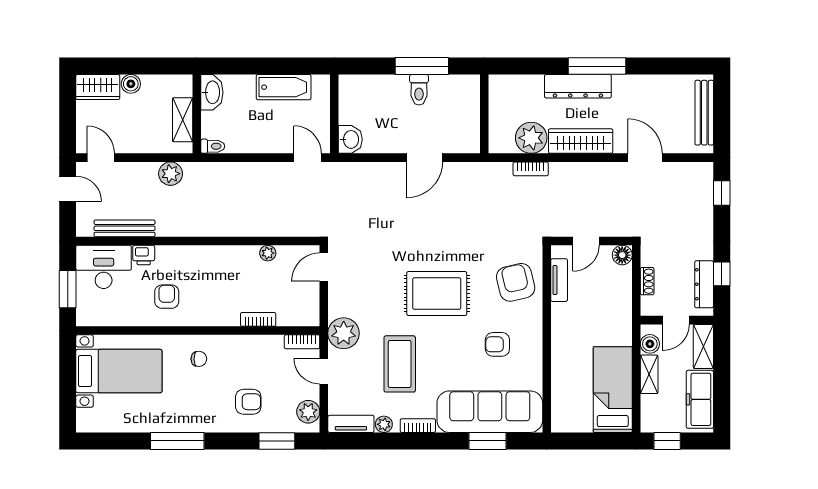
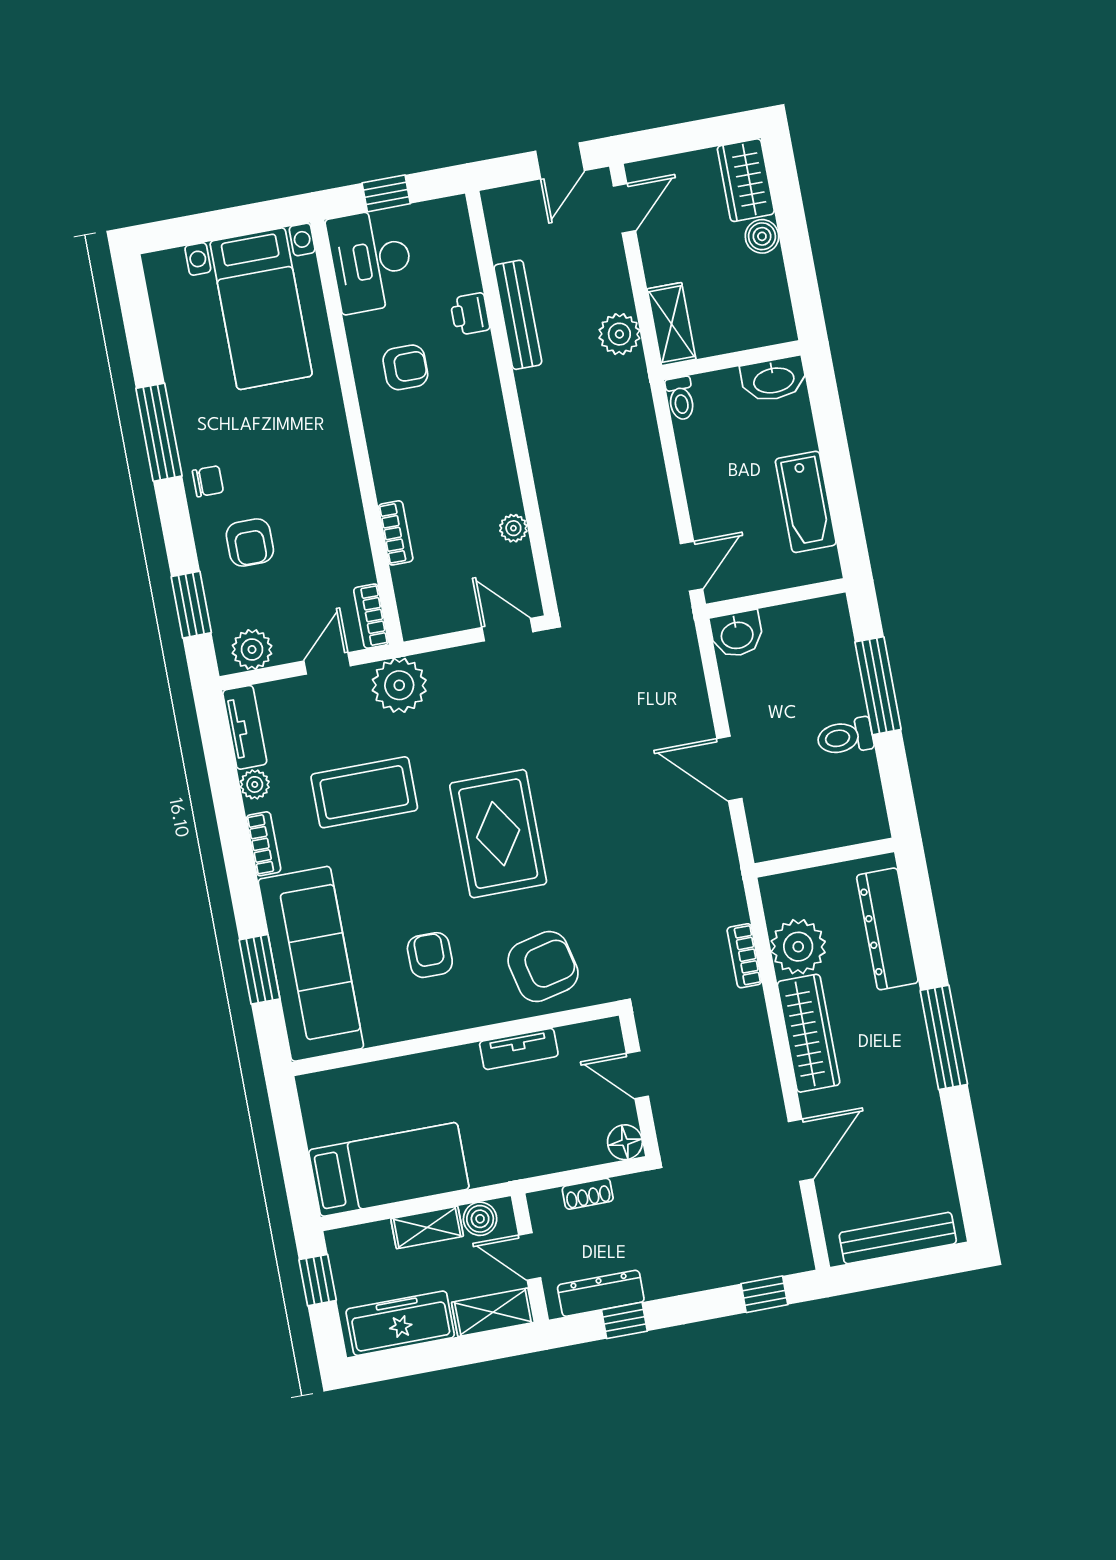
window: (422, 66) -> (878, 686), moved
dresser: (578, 86) -> (887, 929), moved
shelving: (183, 120) -> (672, 324), moved, turned 90
bench: (125, 228) -> (518, 315), moved
desk: (104, 267) -> (371, 261), moved, turned 180
tv unit: (559, 280) -> (519, 1049), moved
window: (68, 289) -> (386, 193), width x0.67
chair: (199, 359) -> (208, 481), moved, turned -90

